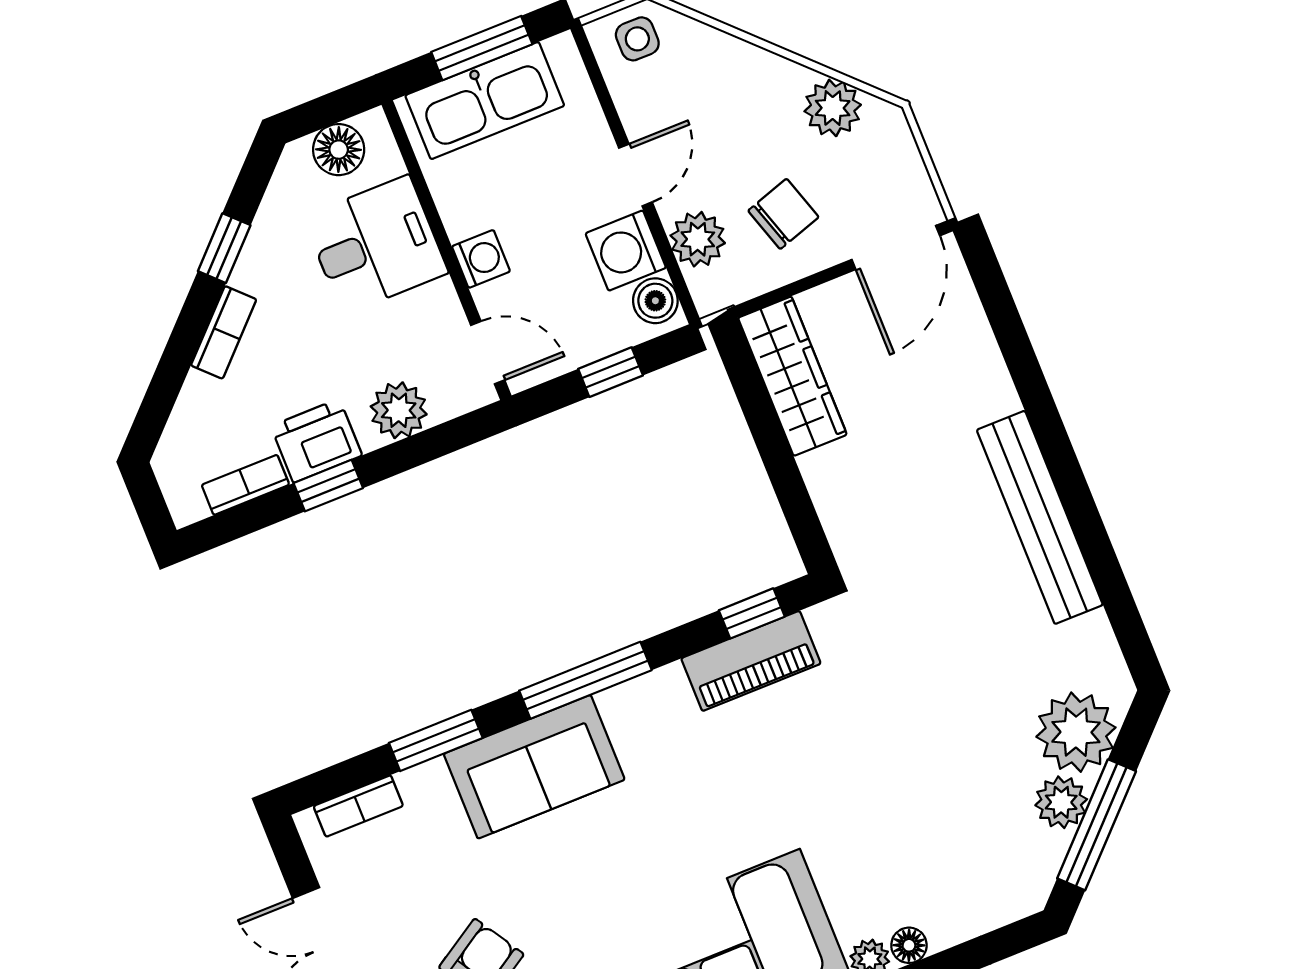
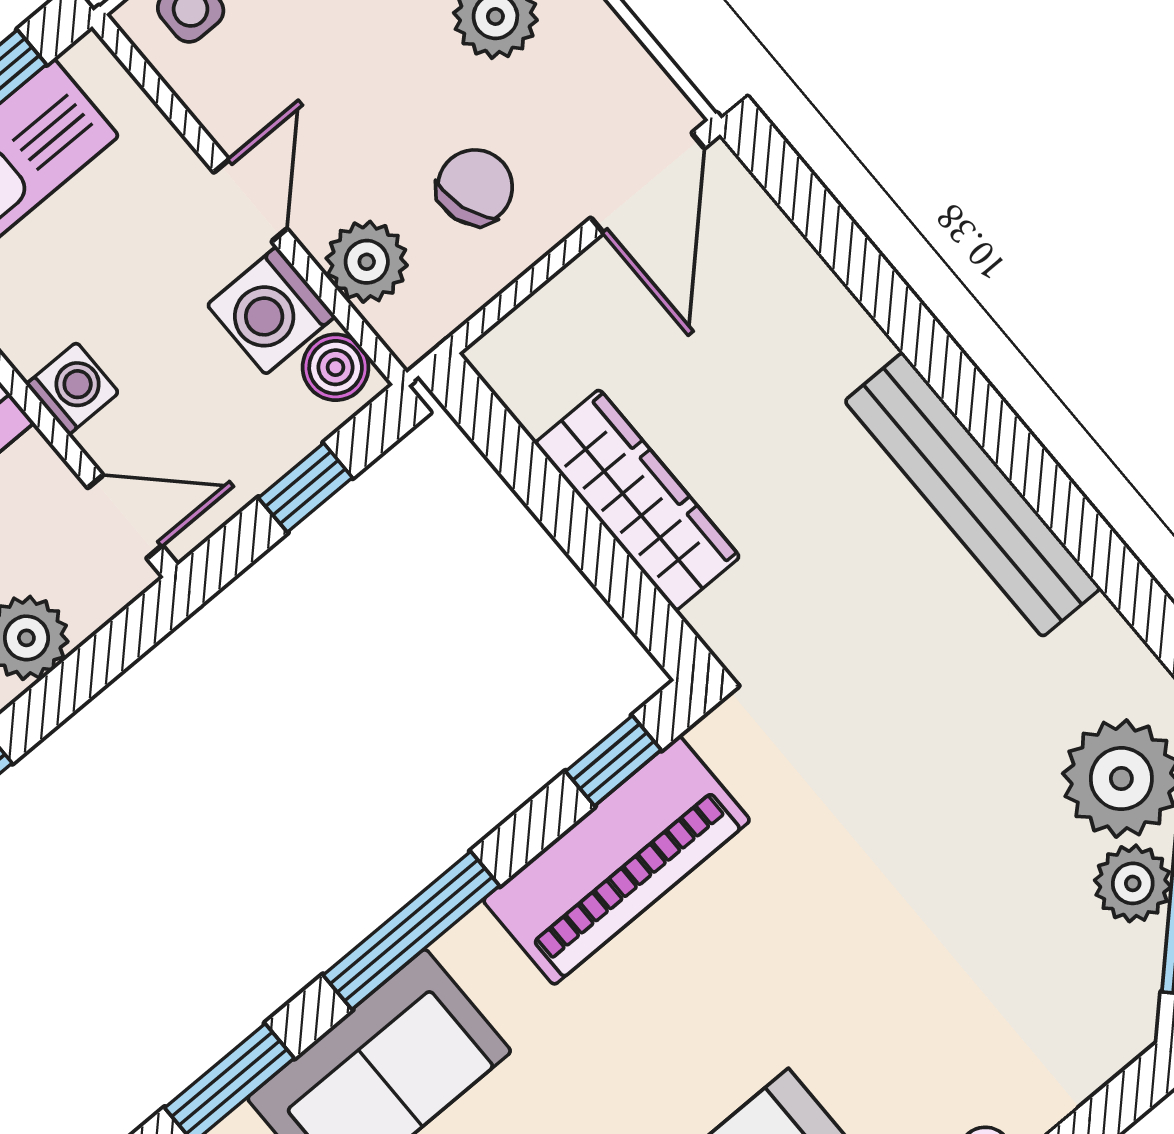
wardrobe: (792, 376) -> (637, 500), moved
piano: (751, 661) -> (617, 860), width x1.37, depth x1.33

